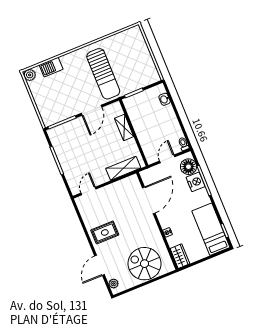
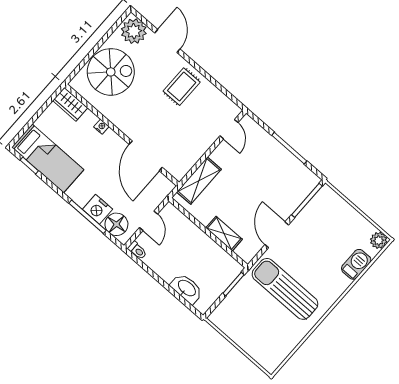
washbasin: (165, 99) -> (187, 288), width x1.91, depth x1.45
plant: (114, 284) -> (134, 31), width x1.88, depth x1.88

